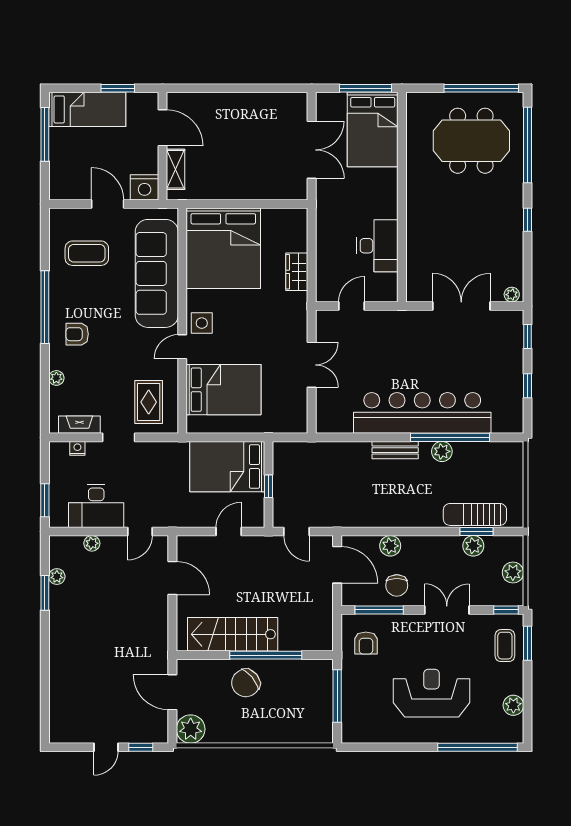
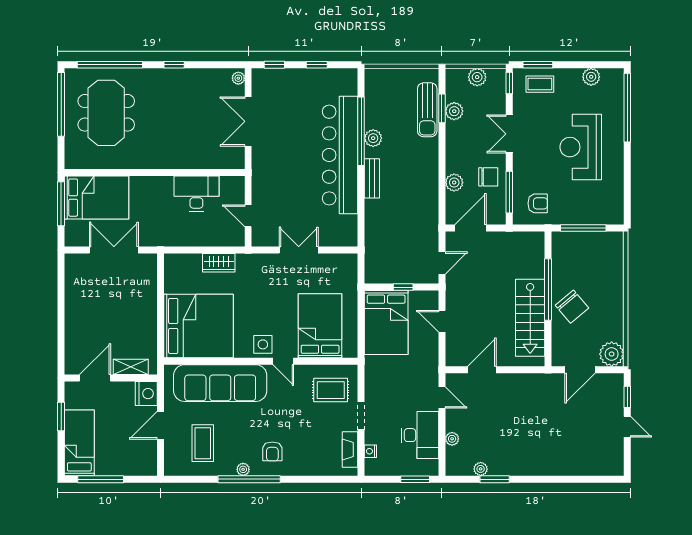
plant: (56, 378) -> (243, 469), moved

